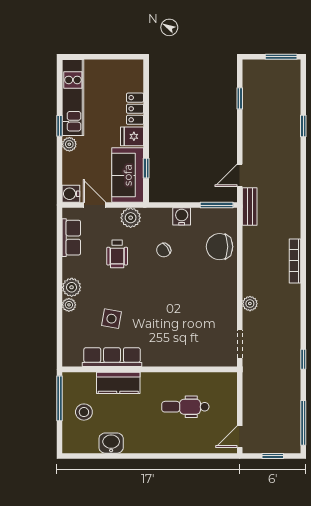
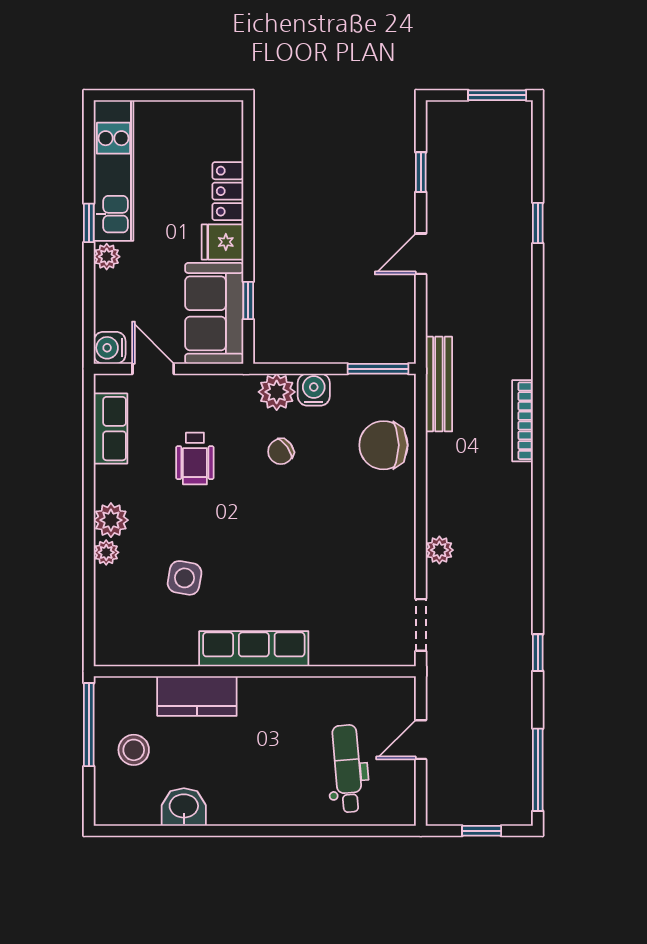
door: (240, 175) -> (421, 254), moved
bench: (250, 207) -> (439, 384), width x1.36
plant: (131, 218) -> (277, 392), moved
bookcase: (295, 261) -> (523, 421), moved
row of seats: (112, 357) -> (254, 649), moved
dental chair: (185, 407) -> (347, 769), moved, turned 85
door: (240, 437) -> (421, 740), moved

